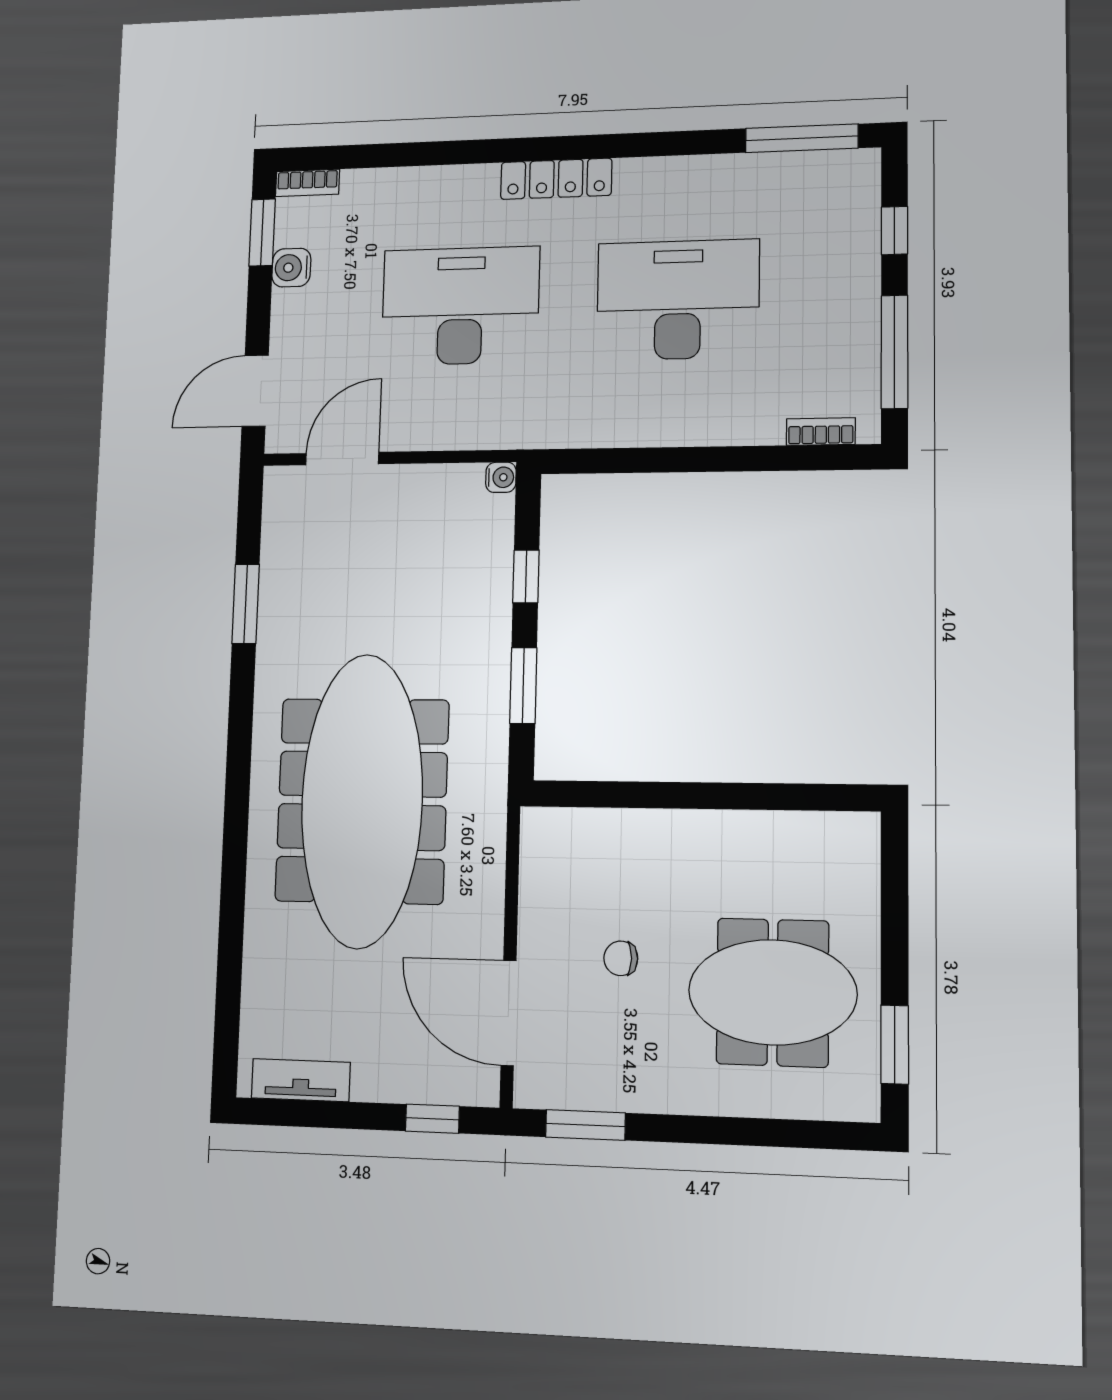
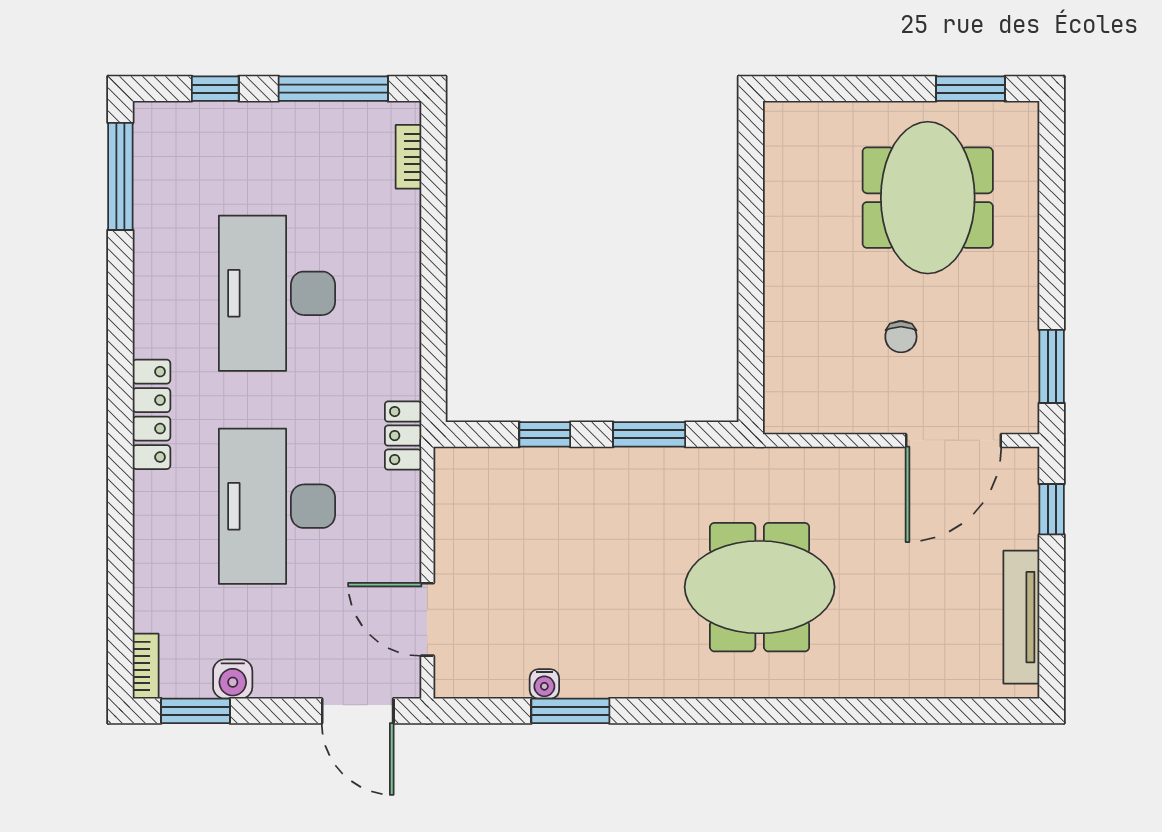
locker: (528, 431) -> (403, 436), added
water cooler: (501, 477) -> (544, 684), moved, turned 180
meeting table: (362, 800) -> (760, 587), width x0.54, depth x0.79
tv unit: (301, 1080) -> (1021, 617), width x1.41

